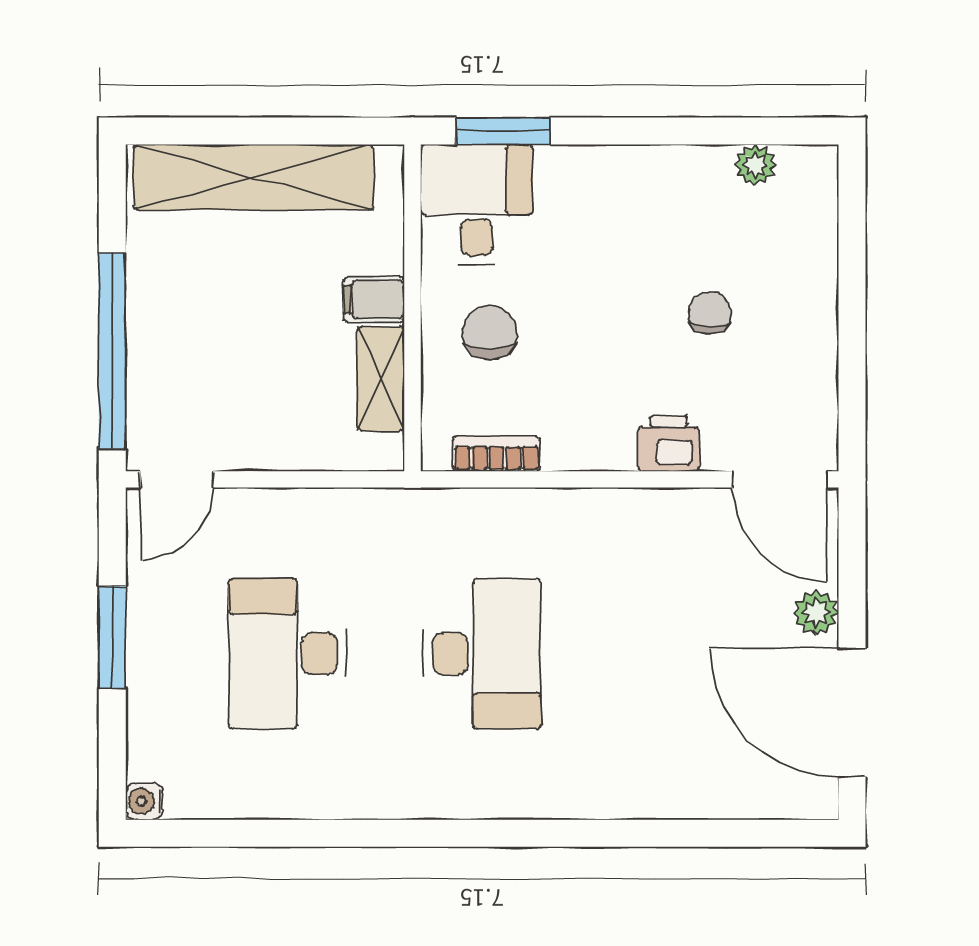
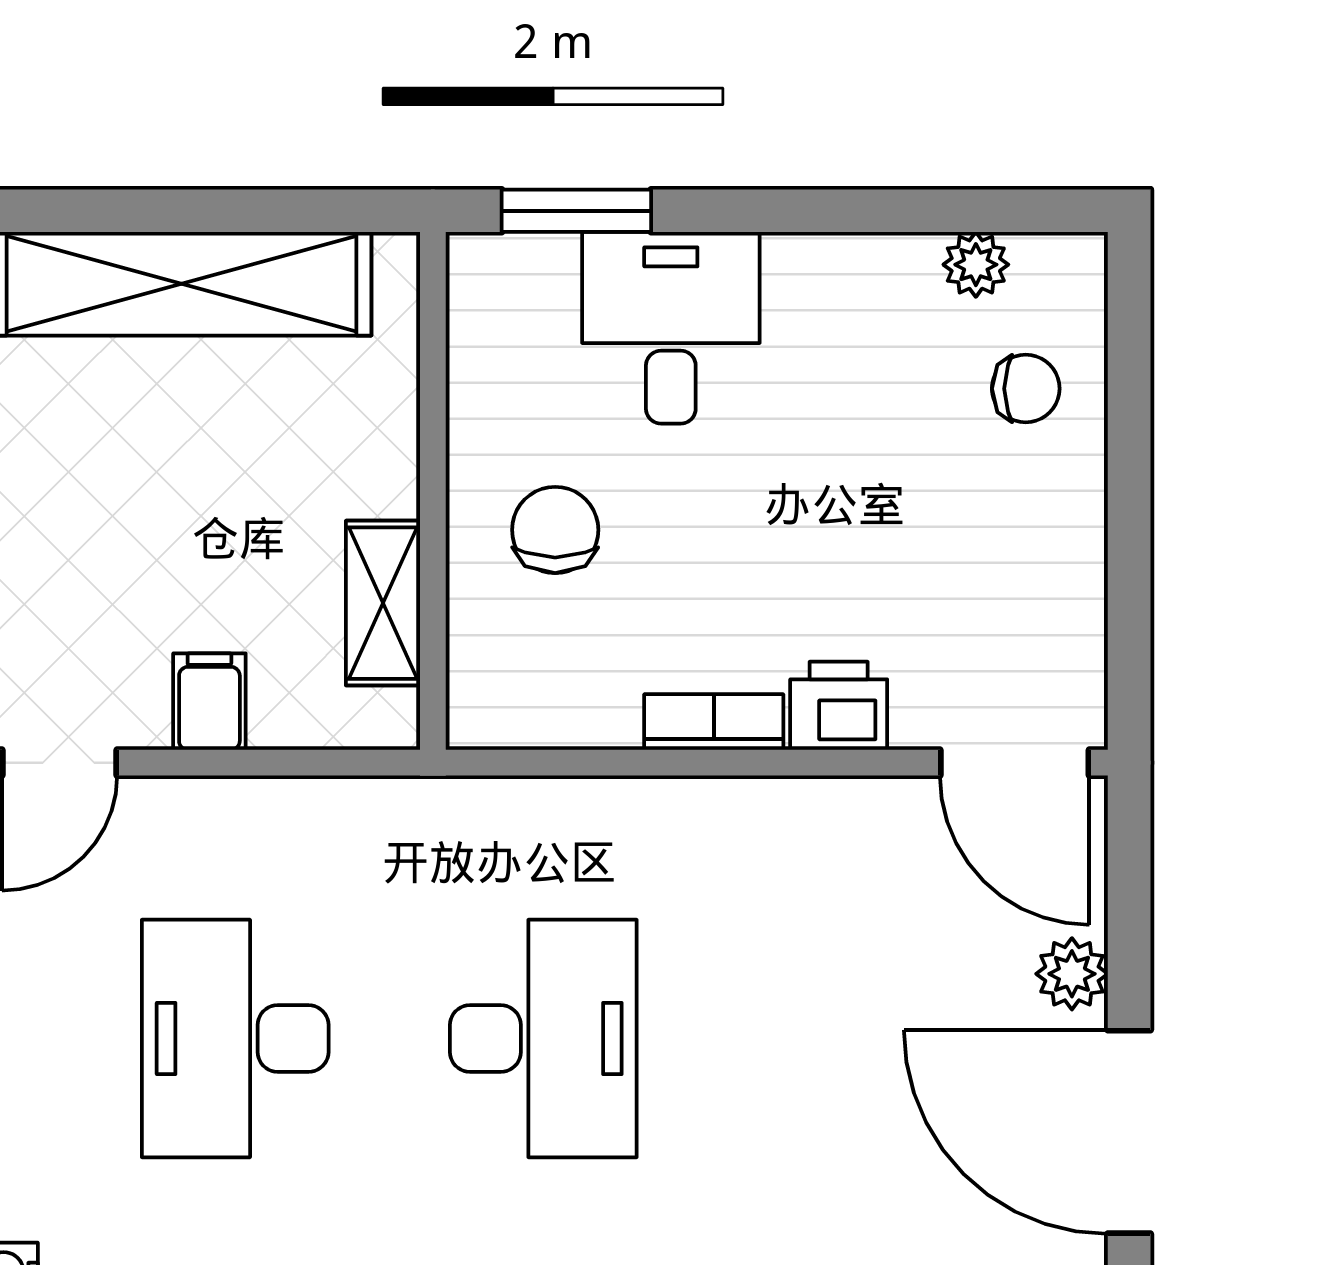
desk: (477, 205) -> (671, 328), moved
filing cabinet: (374, 300) -> (209, 702), moved, turned 90
chair: (710, 313) -> (1026, 389), moved, turned 90
bookcase: (496, 454) -> (714, 722), moved

